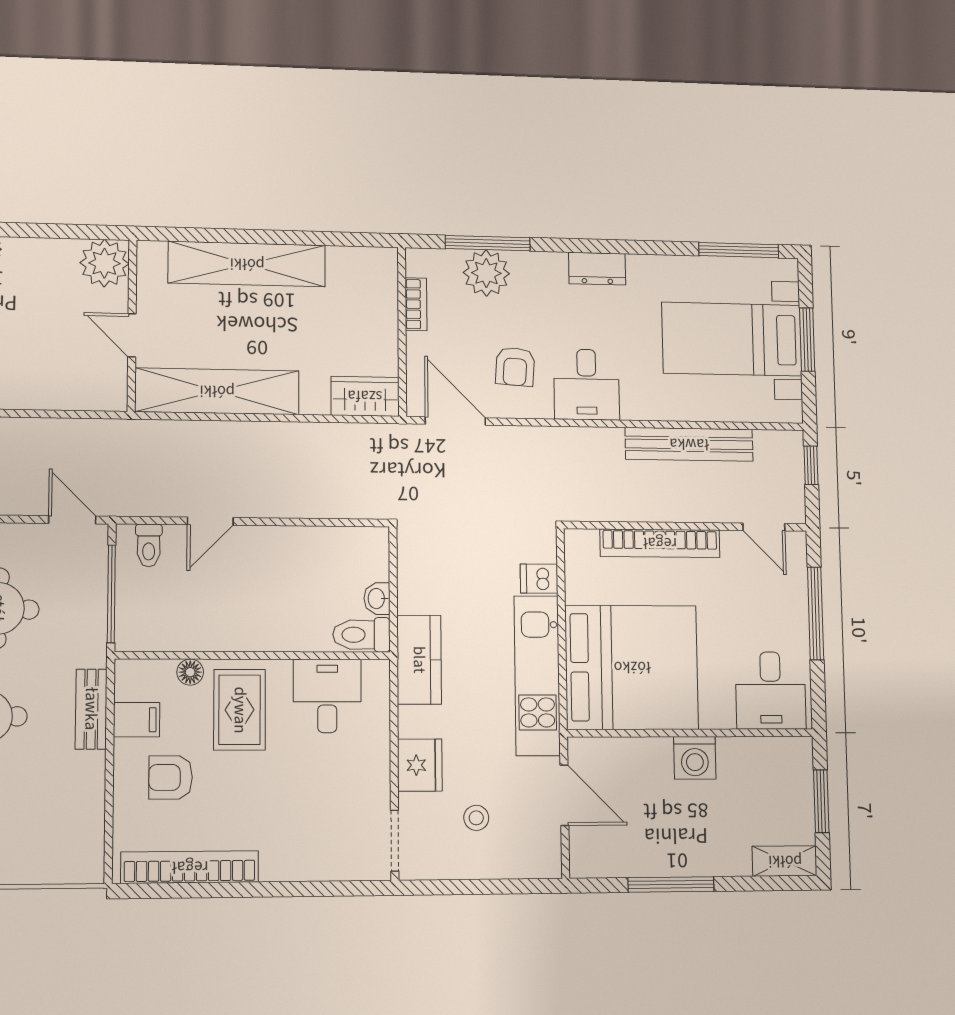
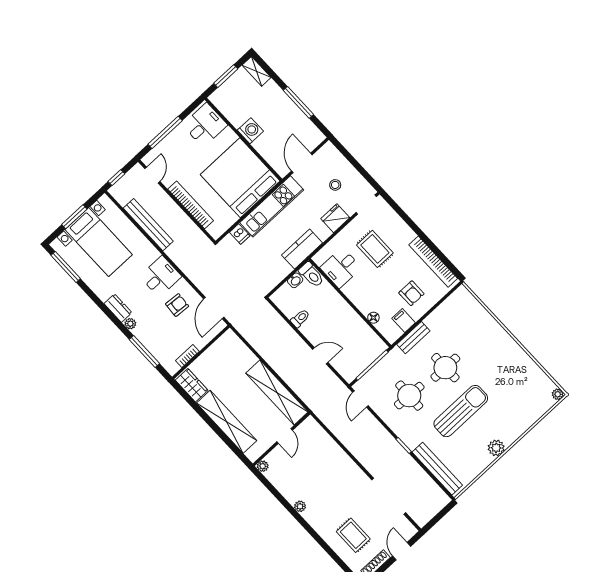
plant: (104, 263) -> (263, 466), width x0.53, depth x0.53
plant: (486, 273) -> (130, 324), moved, width x0.53, depth x0.53
wardrobe: (365, 396) -> (192, 385), moved, turned 180
toilet: (149, 545) -> (300, 318), moved
rug: (240, 710) -> (375, 249), moved, turned 90

